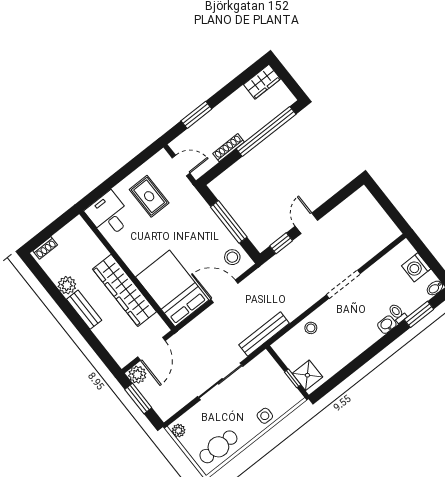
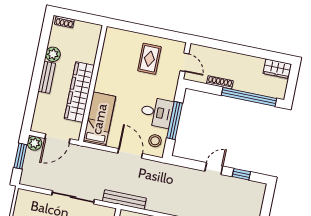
window: (196, 115) -> (223, 46), removed
desk: (109, 215) -> (157, 112), moved, turned 90
window: (281, 243) -> (241, 174), moved
bed: (172, 288) -> (99, 119), width x0.67
plant: (179, 431) -> (22, 197), removed

